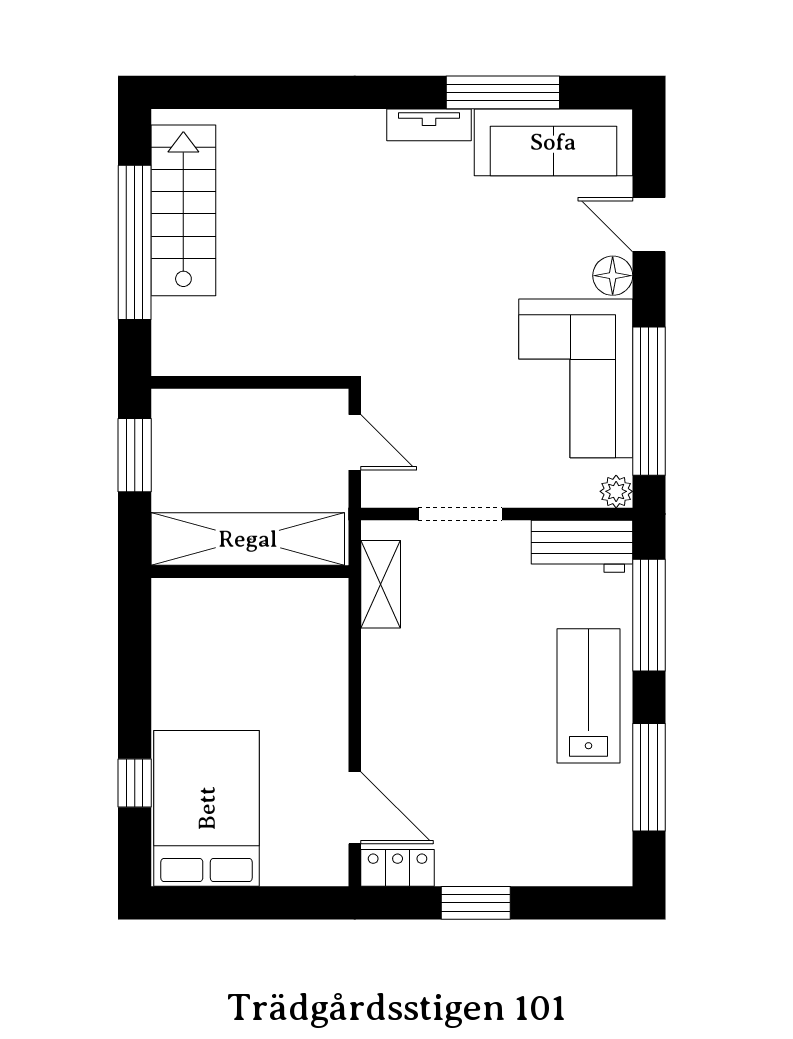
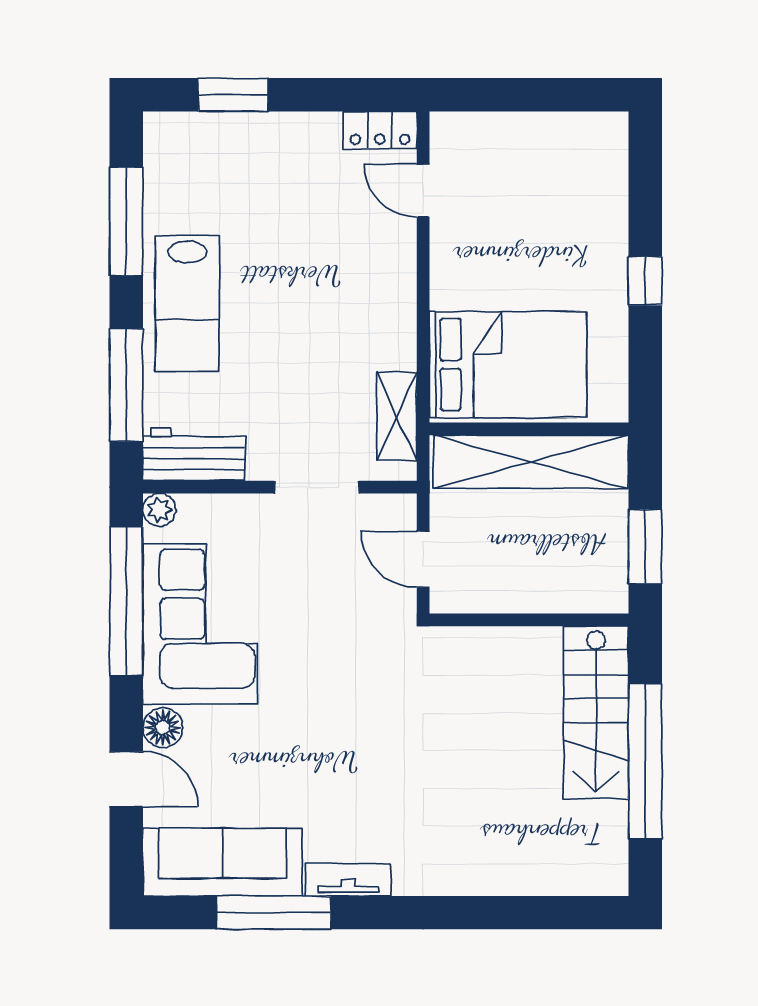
stairs: (183, 210) -> (596, 713), moved
window: (135, 783) -> (645, 281), moved
bed: (207, 808) -> (508, 365), moved, turned -90
door: (355, 808) -> (423, 190), width x0.73
window: (476, 903) -> (233, 95), moved

